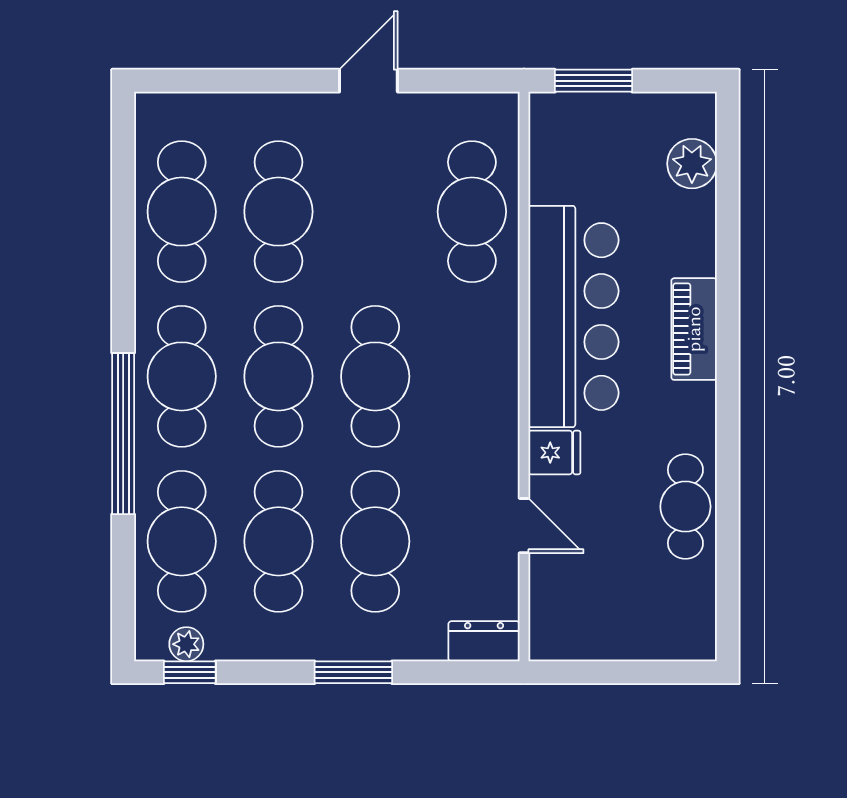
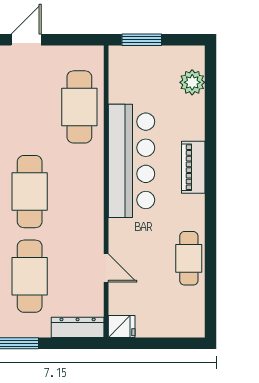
fridge: (554, 453) -> (122, 327), moved
dresser: (484, 641) -> (78, 327), width x1.44

